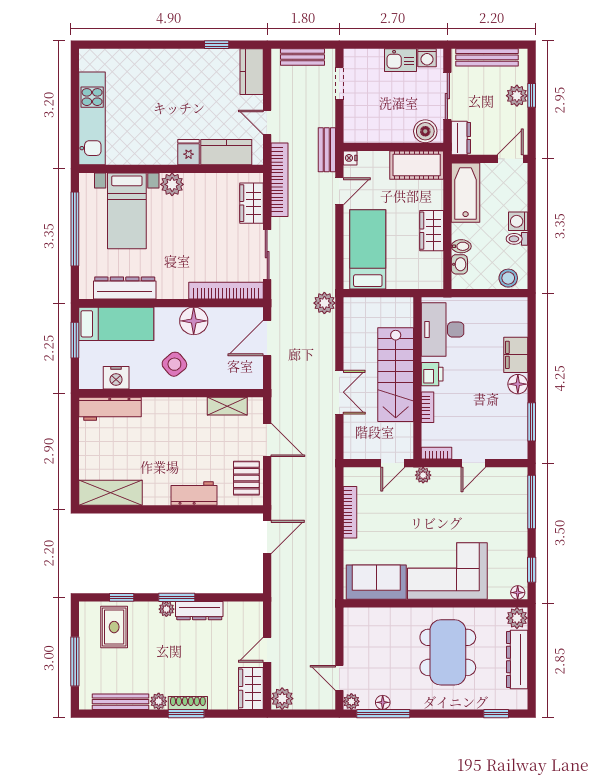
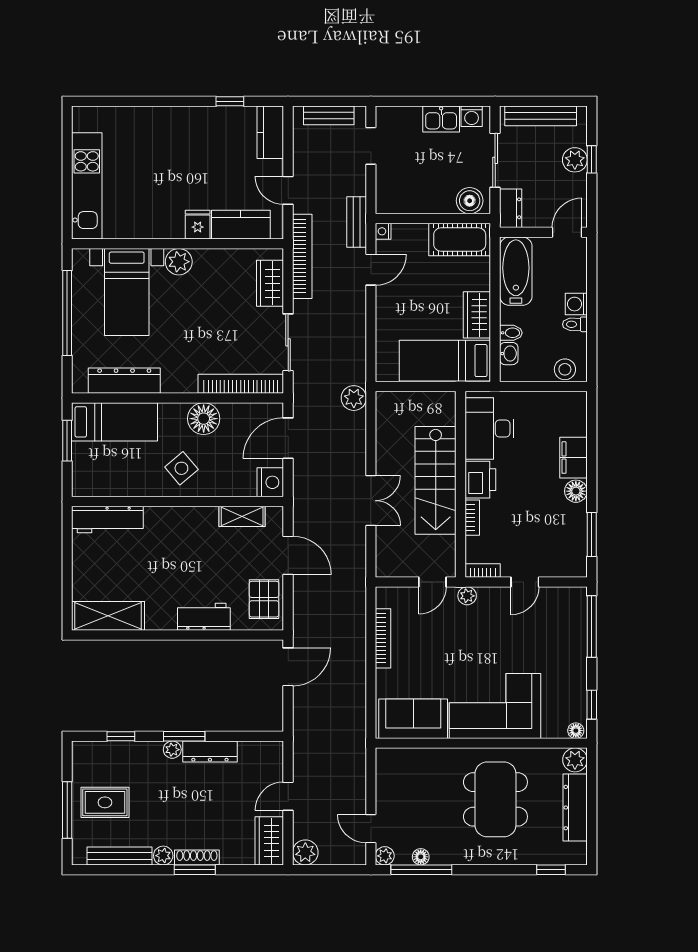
bed: (368, 249) -> (445, 361), moved, turned -90
printer: (432, 374) -> (480, 480), width x1.36, depth x1.24
nightstand: (116, 378) -> (270, 482), moved, turned -90
rug: (114, 627) -> (105, 802), moved, turned 90

